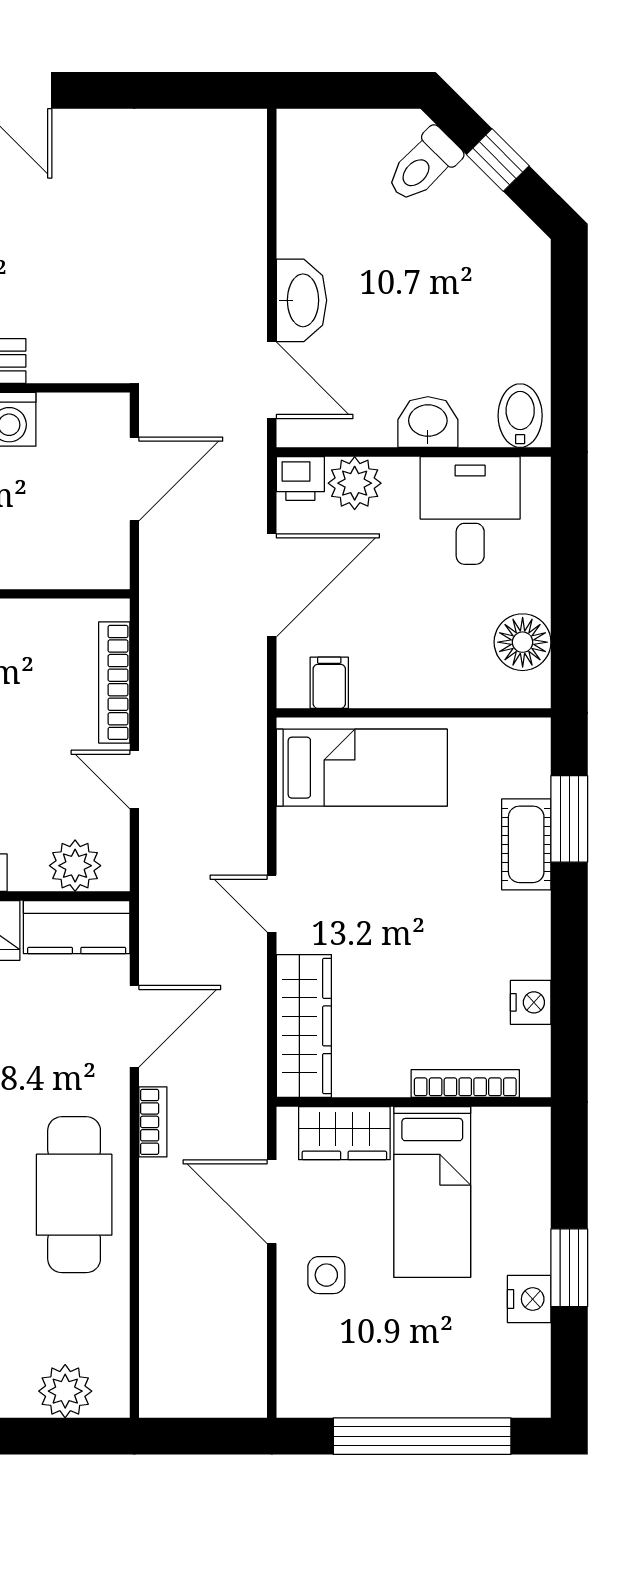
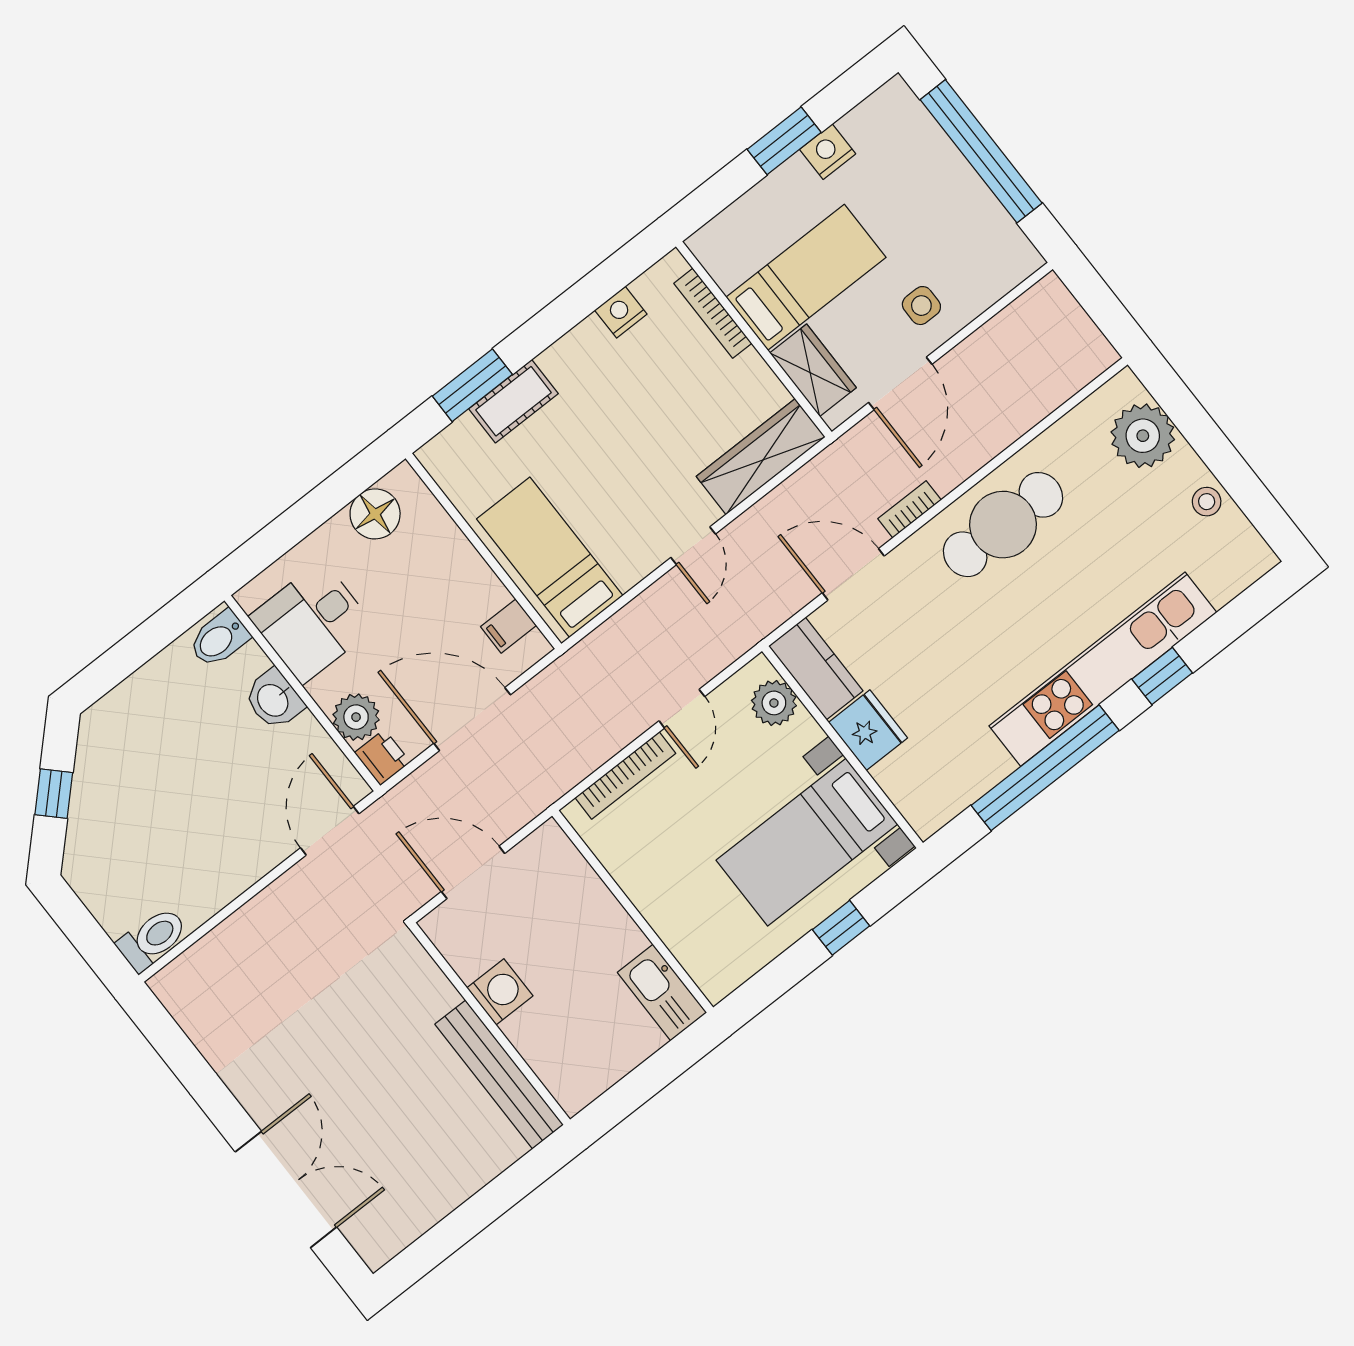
toilet: (423, 165) -> (152, 939), moved, turned -45
washbasin: (301, 300) -> (258, 854), removed
plant: (65, 1391) -> (1143, 436), width x1.36, depth x1.36

